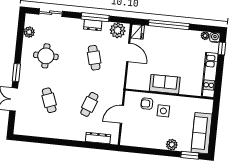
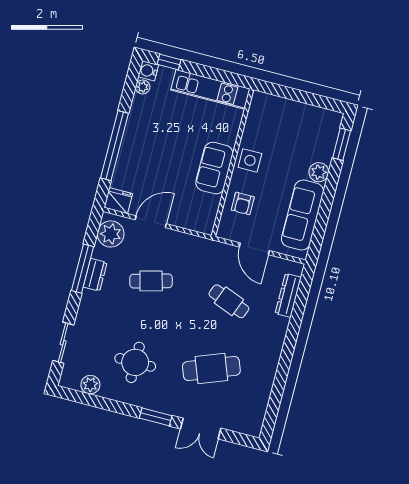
cafe table: (49, 100) -> (211, 368), width x1.37, depth x1.35
side table: (163, 111) -> (250, 160), moved
sofa: (202, 133) -> (302, 215), moved, turned 90

